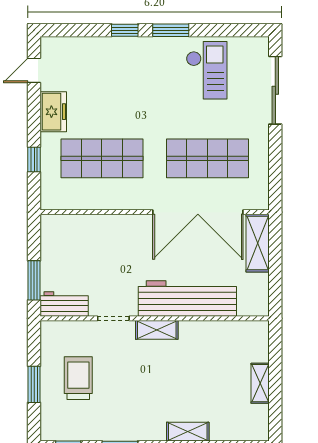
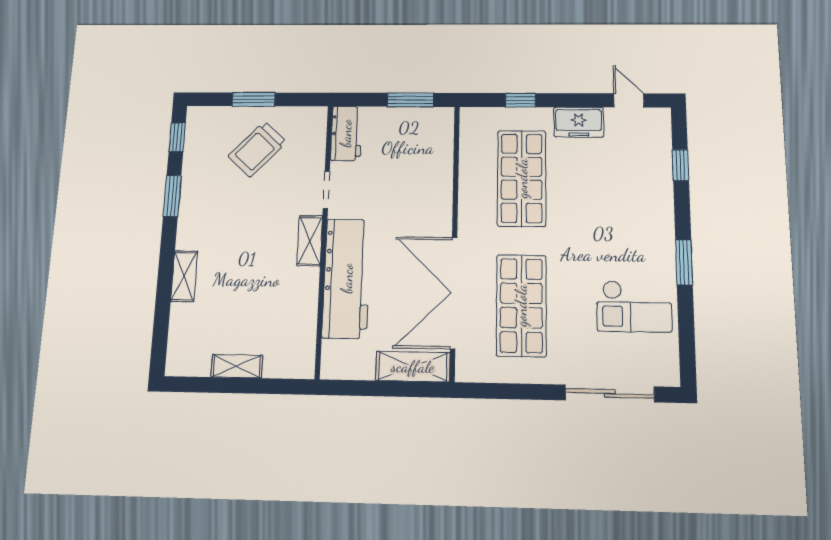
window: (125, 30) -> (681, 165), moved
window: (34, 280) -> (411, 100), moved
trolley: (78, 378) -> (257, 149), turned 133

